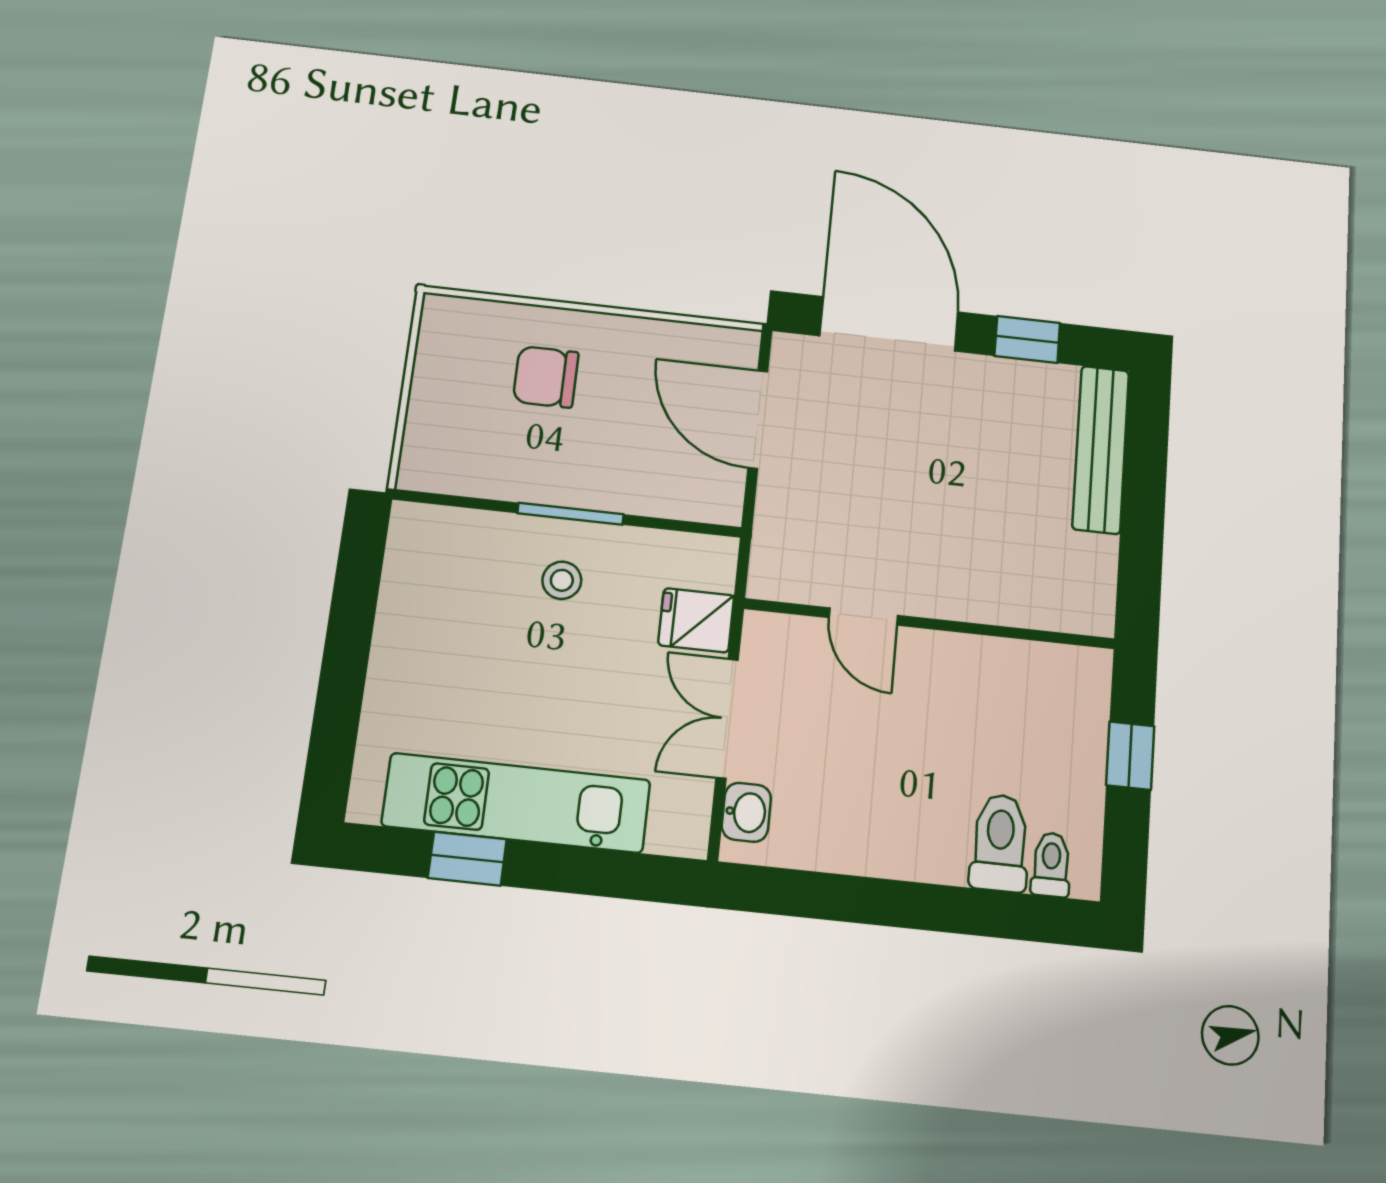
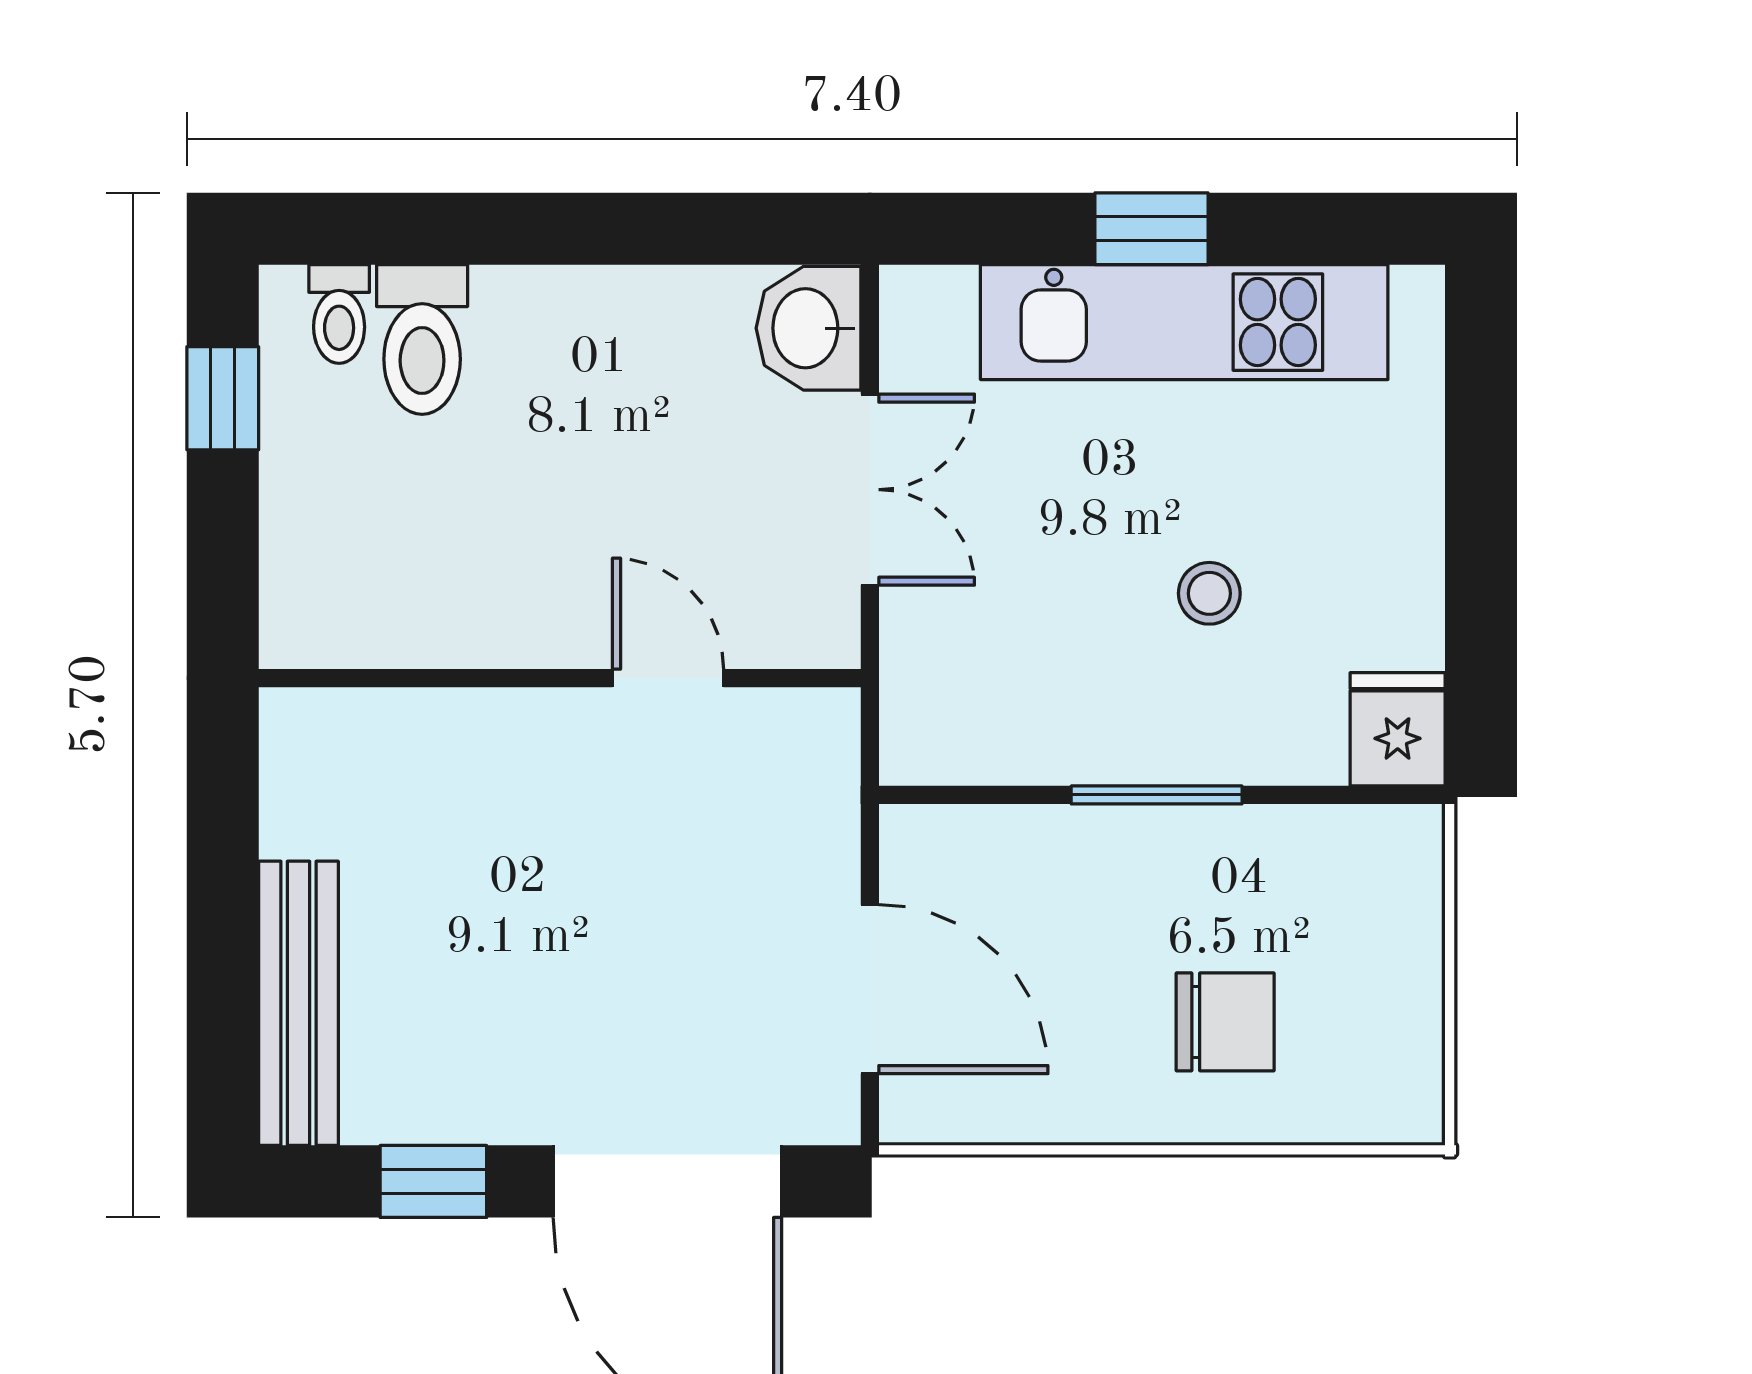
stool: (562, 580) -> (1209, 593), moved
fridge: (696, 620) -> (1398, 729), moved, turned -90
window: (1130, 756) -> (223, 398), moved
washbasin: (746, 812) -> (808, 328), width x1.38, depth x1.45
window: (467, 859) -> (1152, 229), moved

